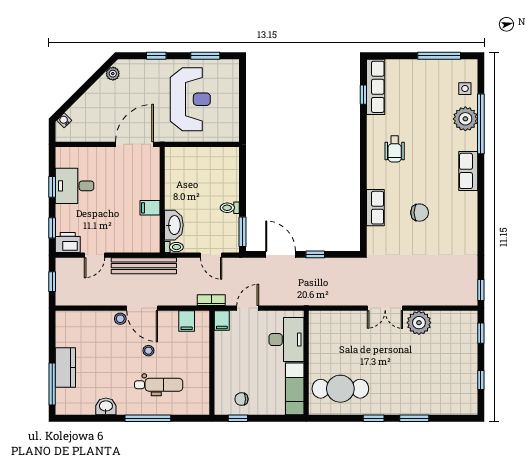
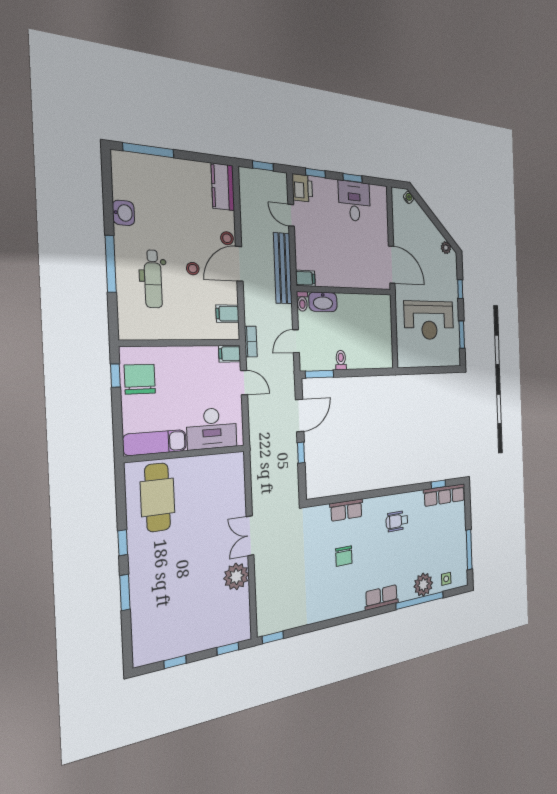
filing cabinet: (150, 208) -> (305, 278), moved, turned 90
kitchen counter: (65, 367) -> (223, 187), moved, turned 90
chair: (241, 399) -> (140, 379), width x1.87, depth x1.87

